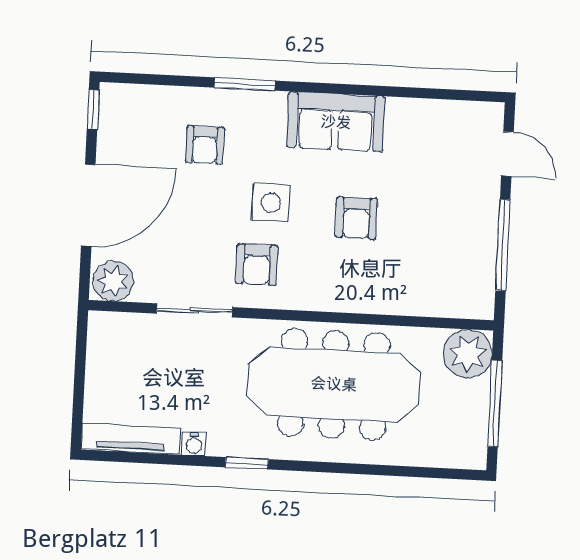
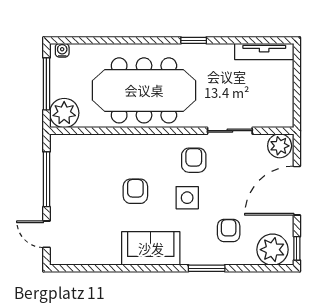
plant: (134, 110) -> (272, 250), added
water cooler: (194, 444) -> (62, 50), moved

